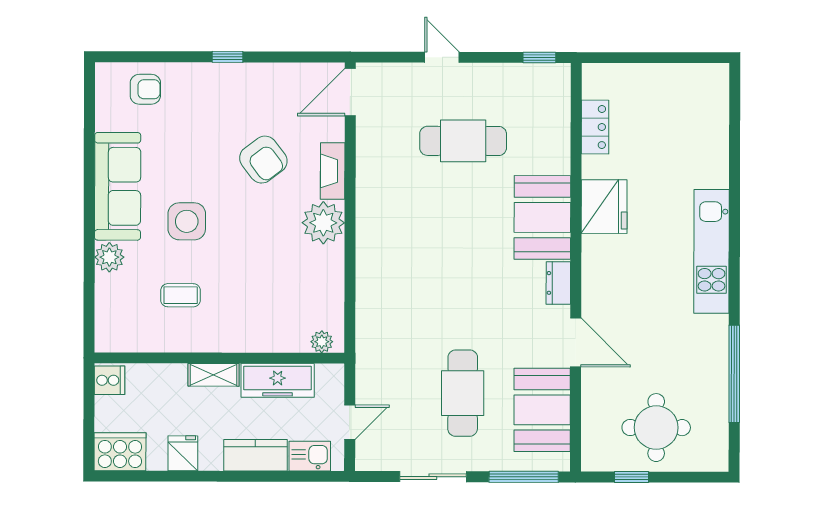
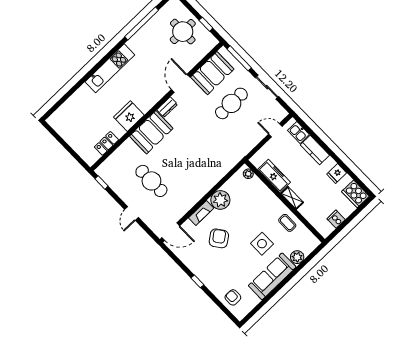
plant: (322, 342) -> (248, 174), moved
wall: (219, 358) -> (285, 201), moved
shelving: (213, 375) -> (292, 198), moved
freezer: (278, 380) -> (274, 176), moved

